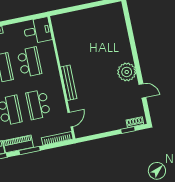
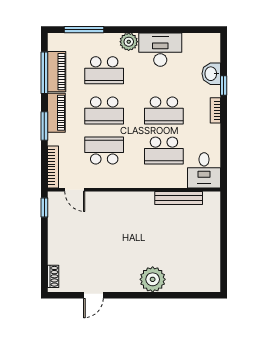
plant: (127, 72) -> (153, 279), moved
bench: (69, 83) -> (179, 198), moved
window: (128, 130) -> (44, 207), moved

